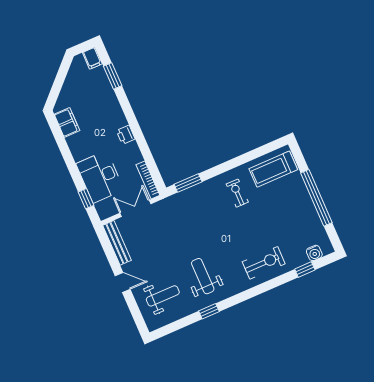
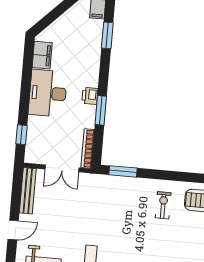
window: (141, 142) -> (101, 110), added
desk: (100, 177) -> (48, 93), moved
double door: (135, 208) -> (62, 168), swing flipped
door: (123, 283) -> (13, 230), hinge flipped

